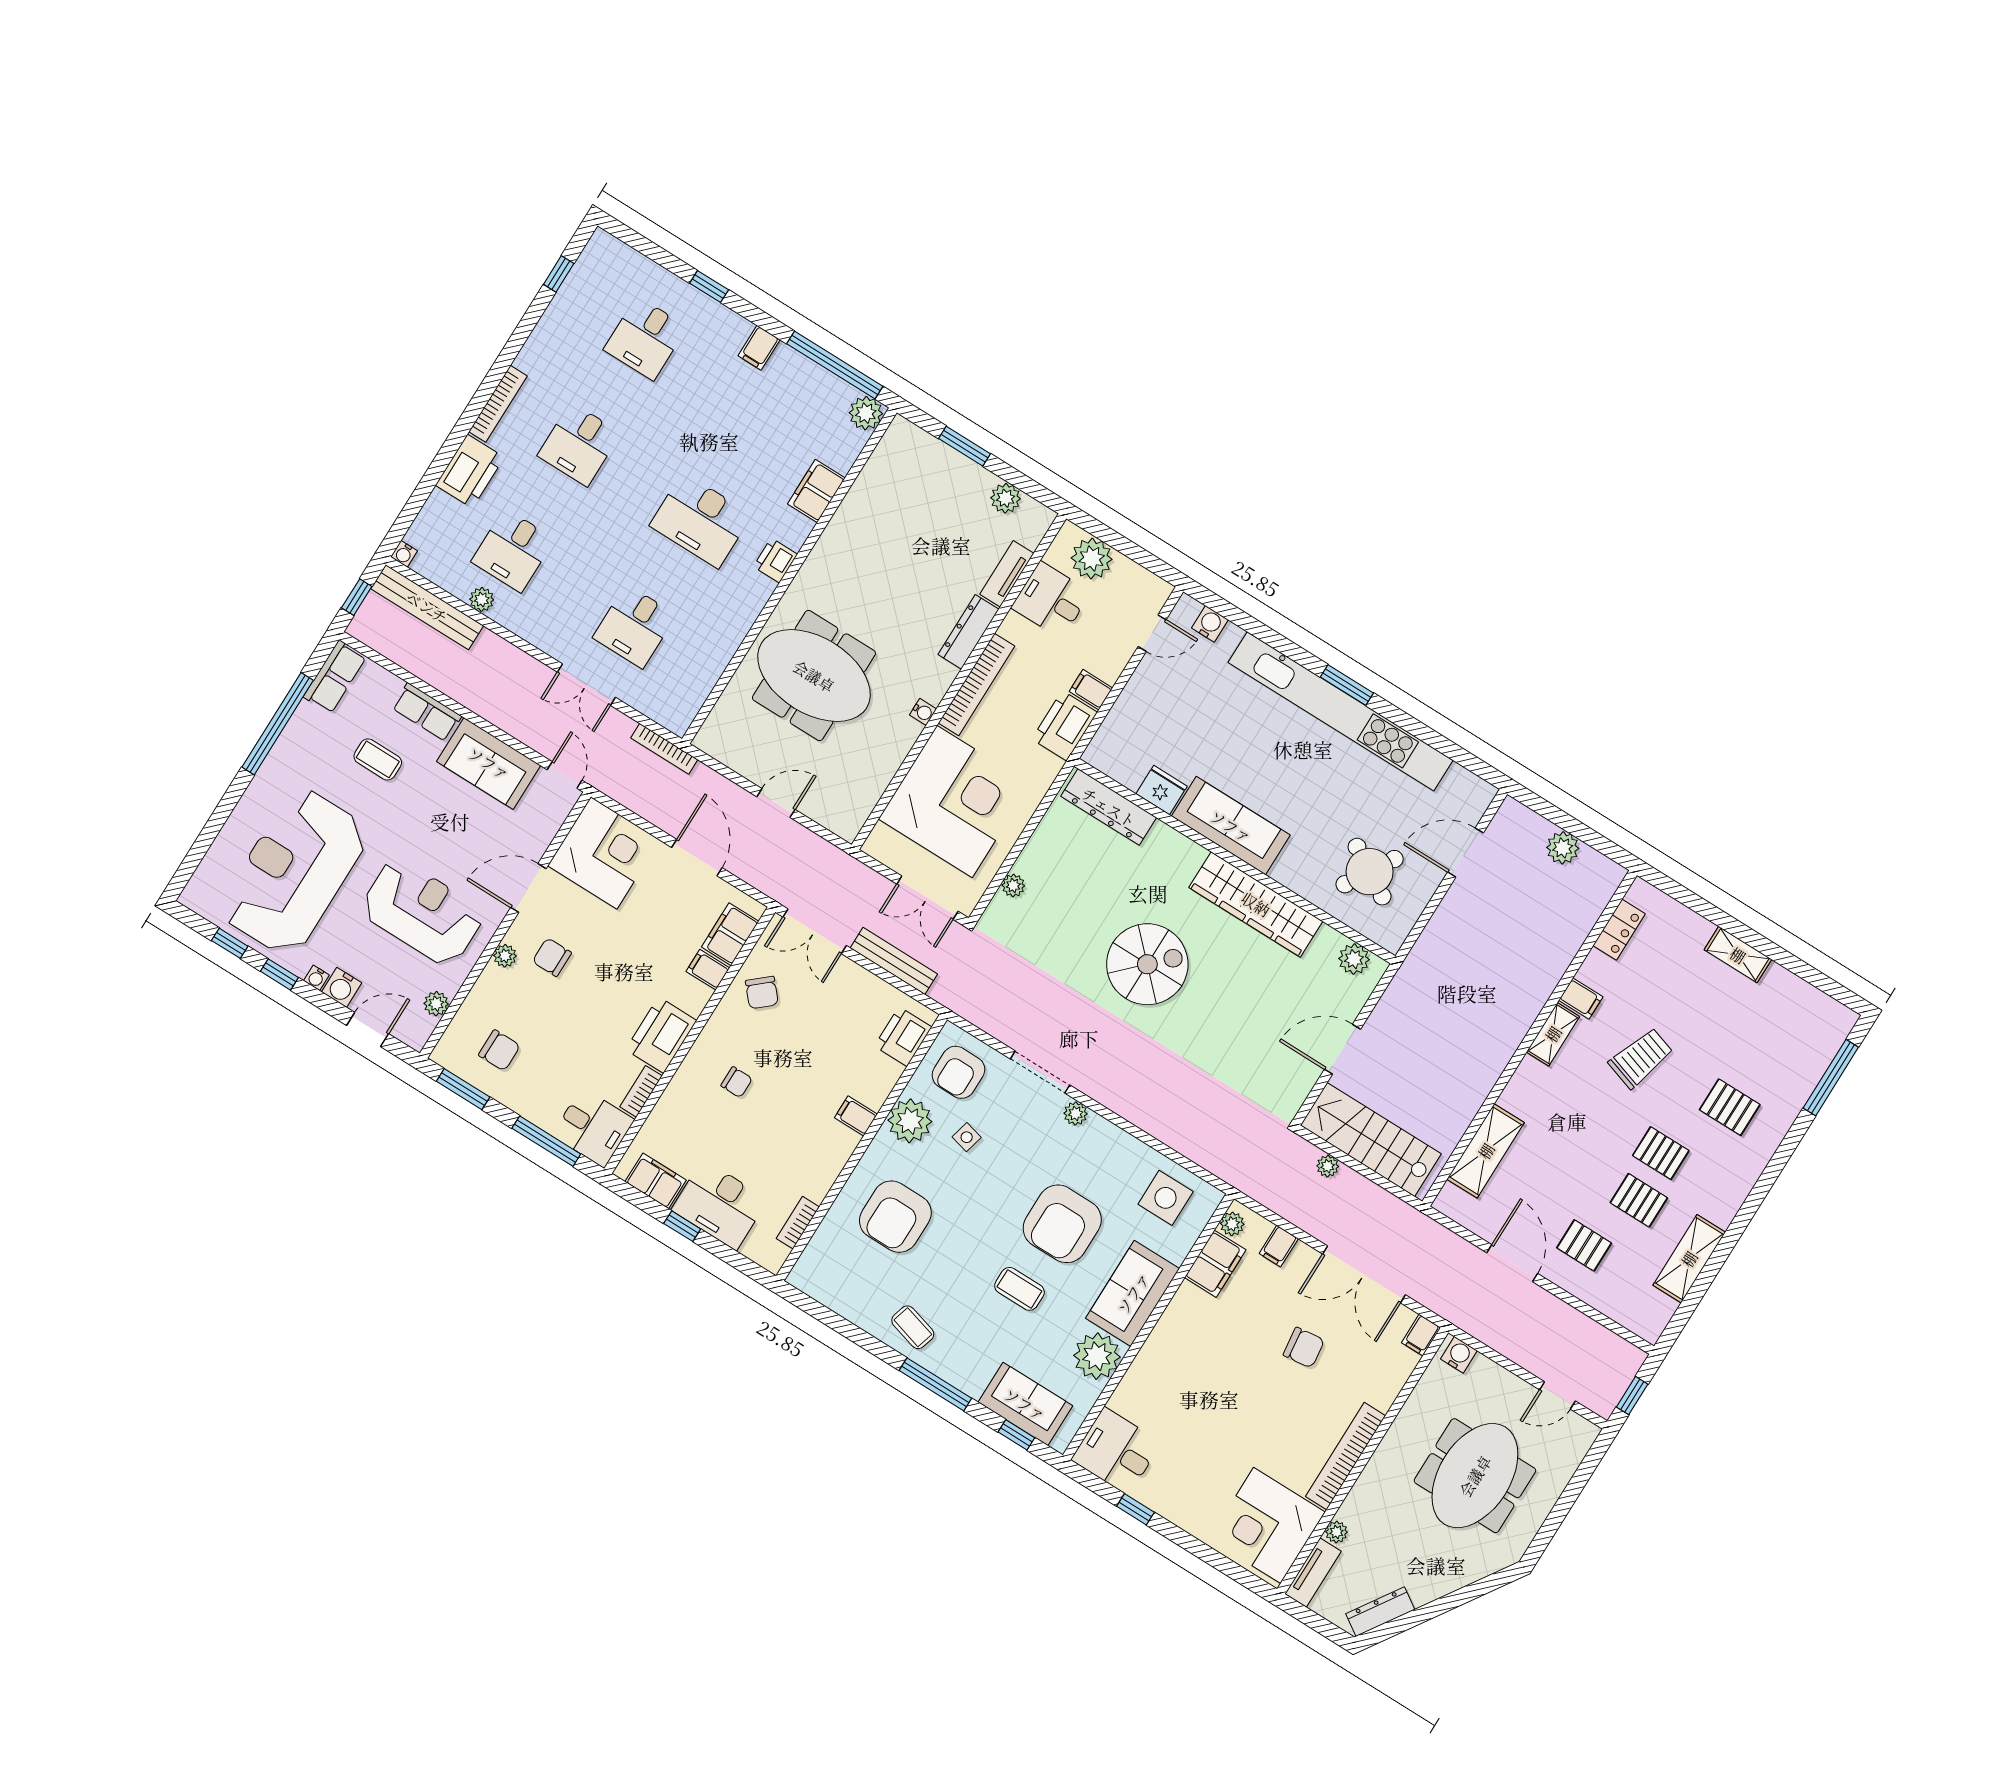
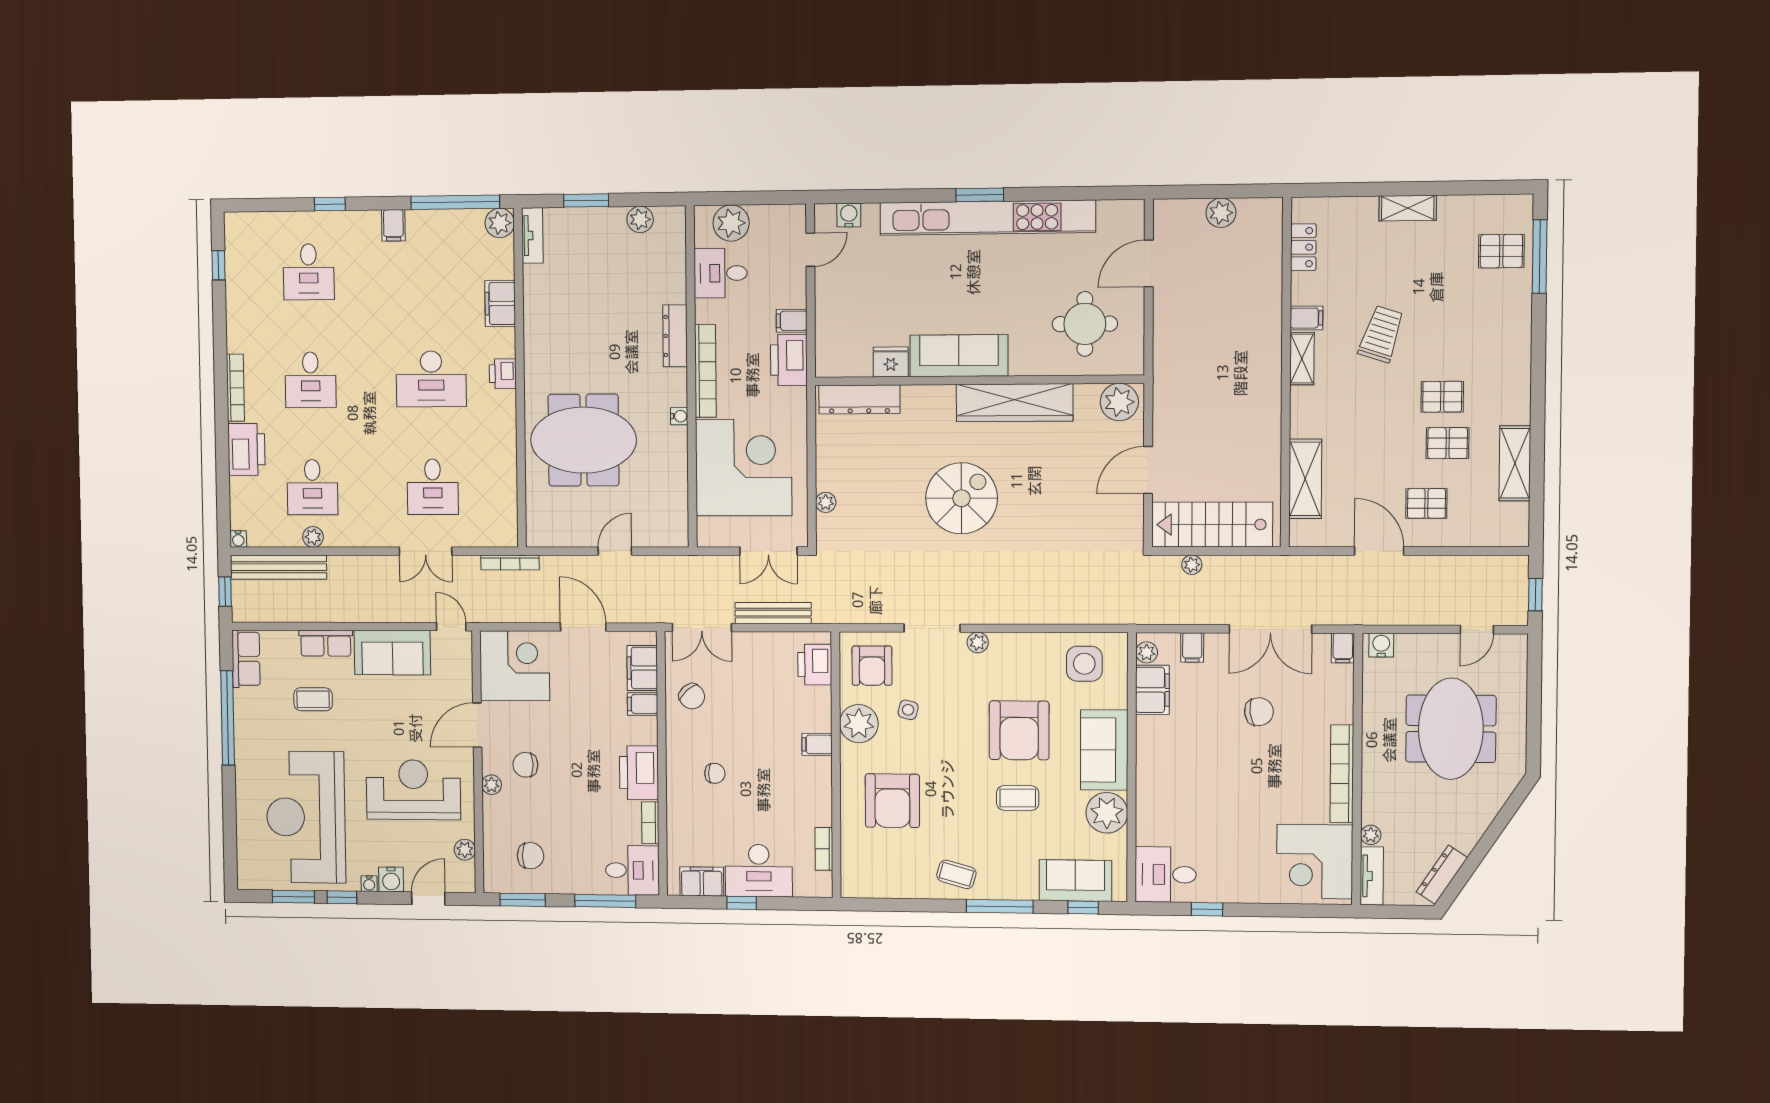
tv unit: (1007, 574) -> (532, 235), moved, turned 180
round table: (1370, 872) -> (1085, 324), turned -31
window: (230, 943) -> (293, 897), width x1.50
plant: (1354, 959) -> (1119, 402), width x1.36, depth x1.36
pallet: (1730, 1107) -> (1501, 251), moved

